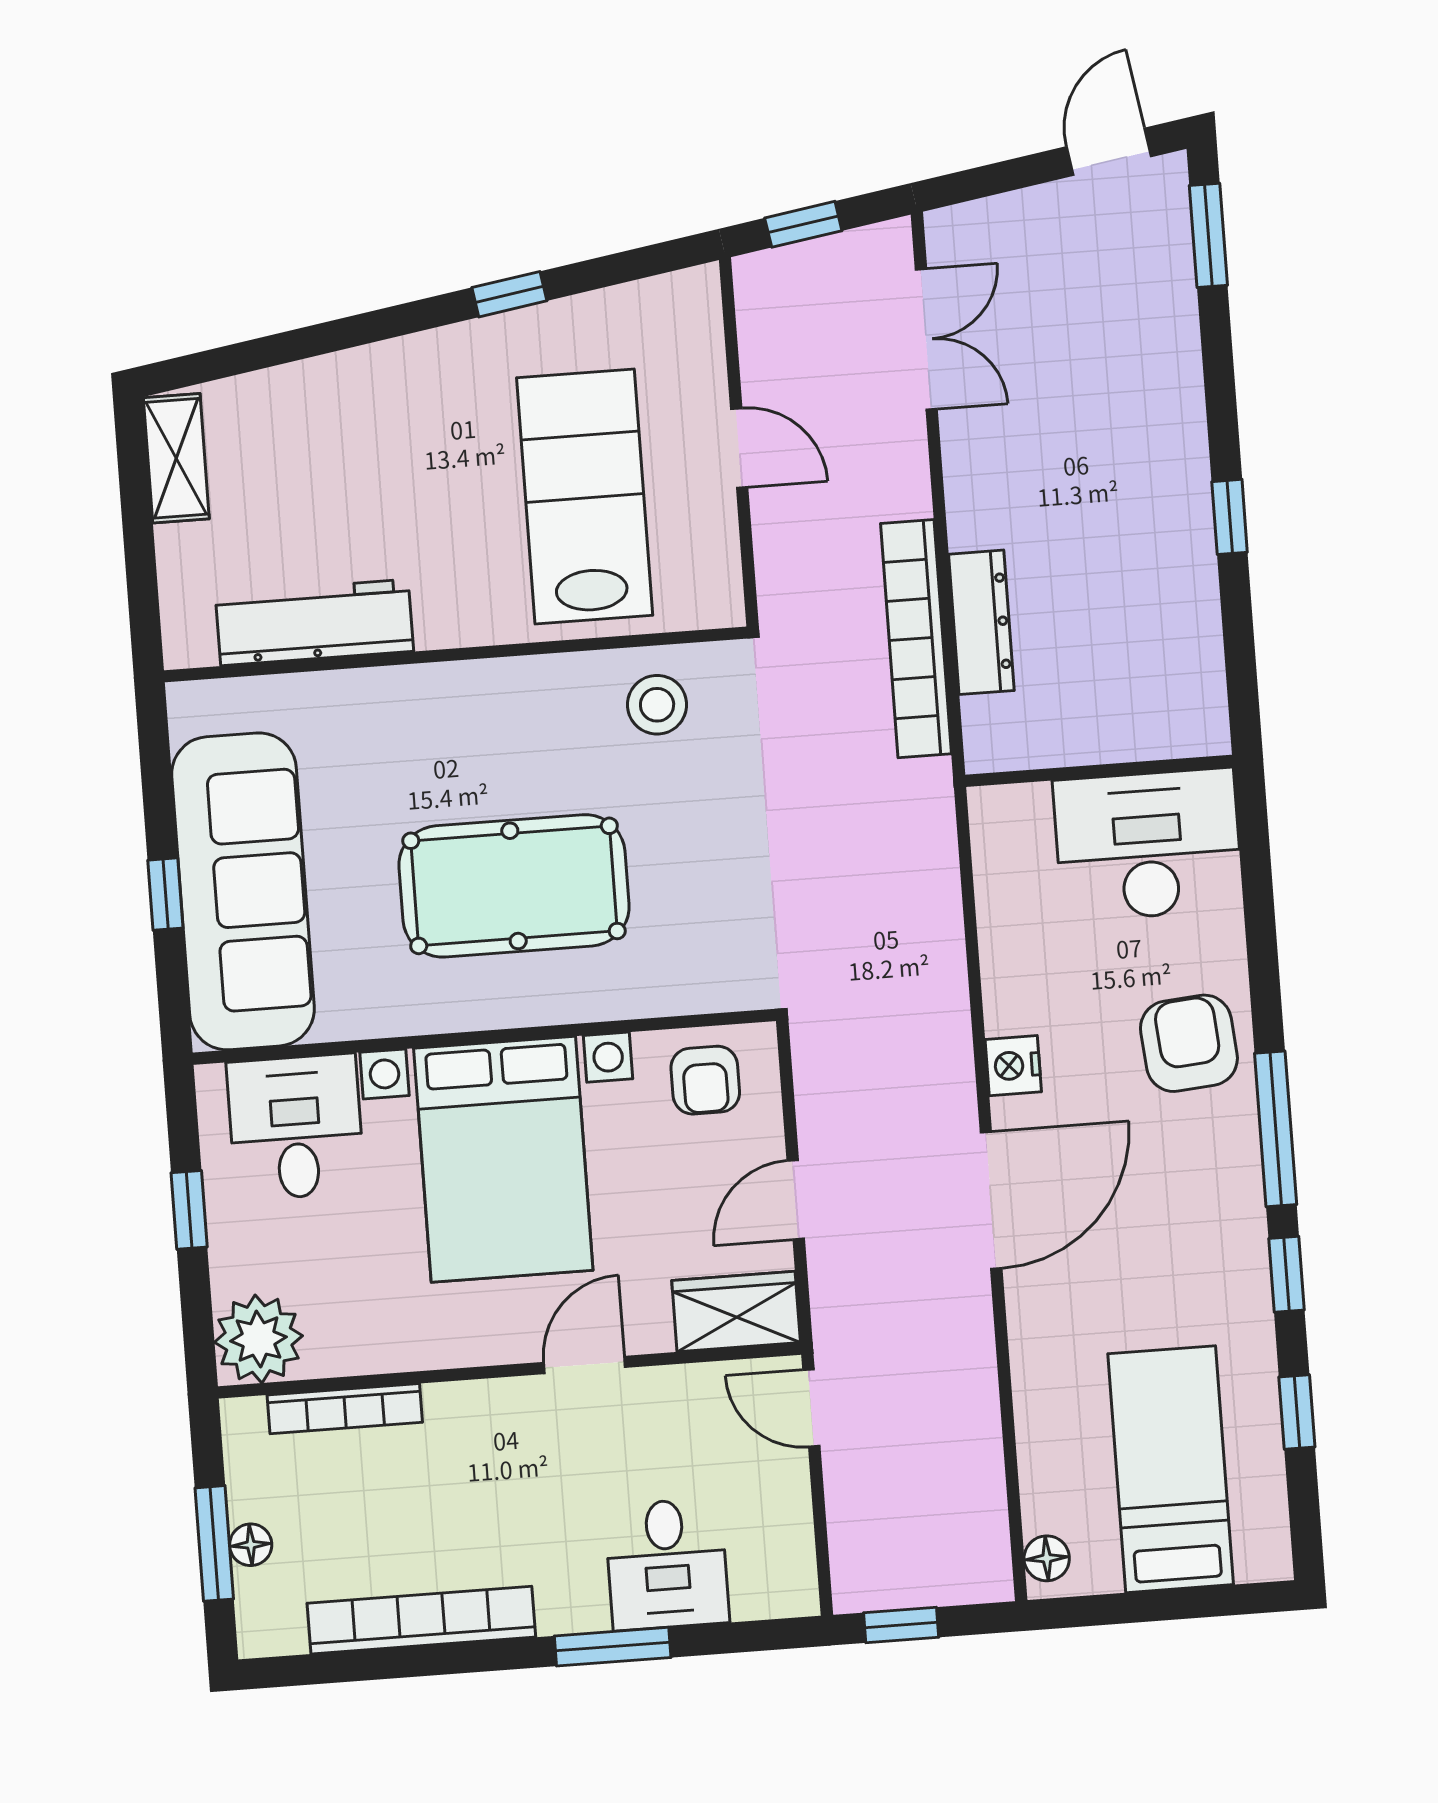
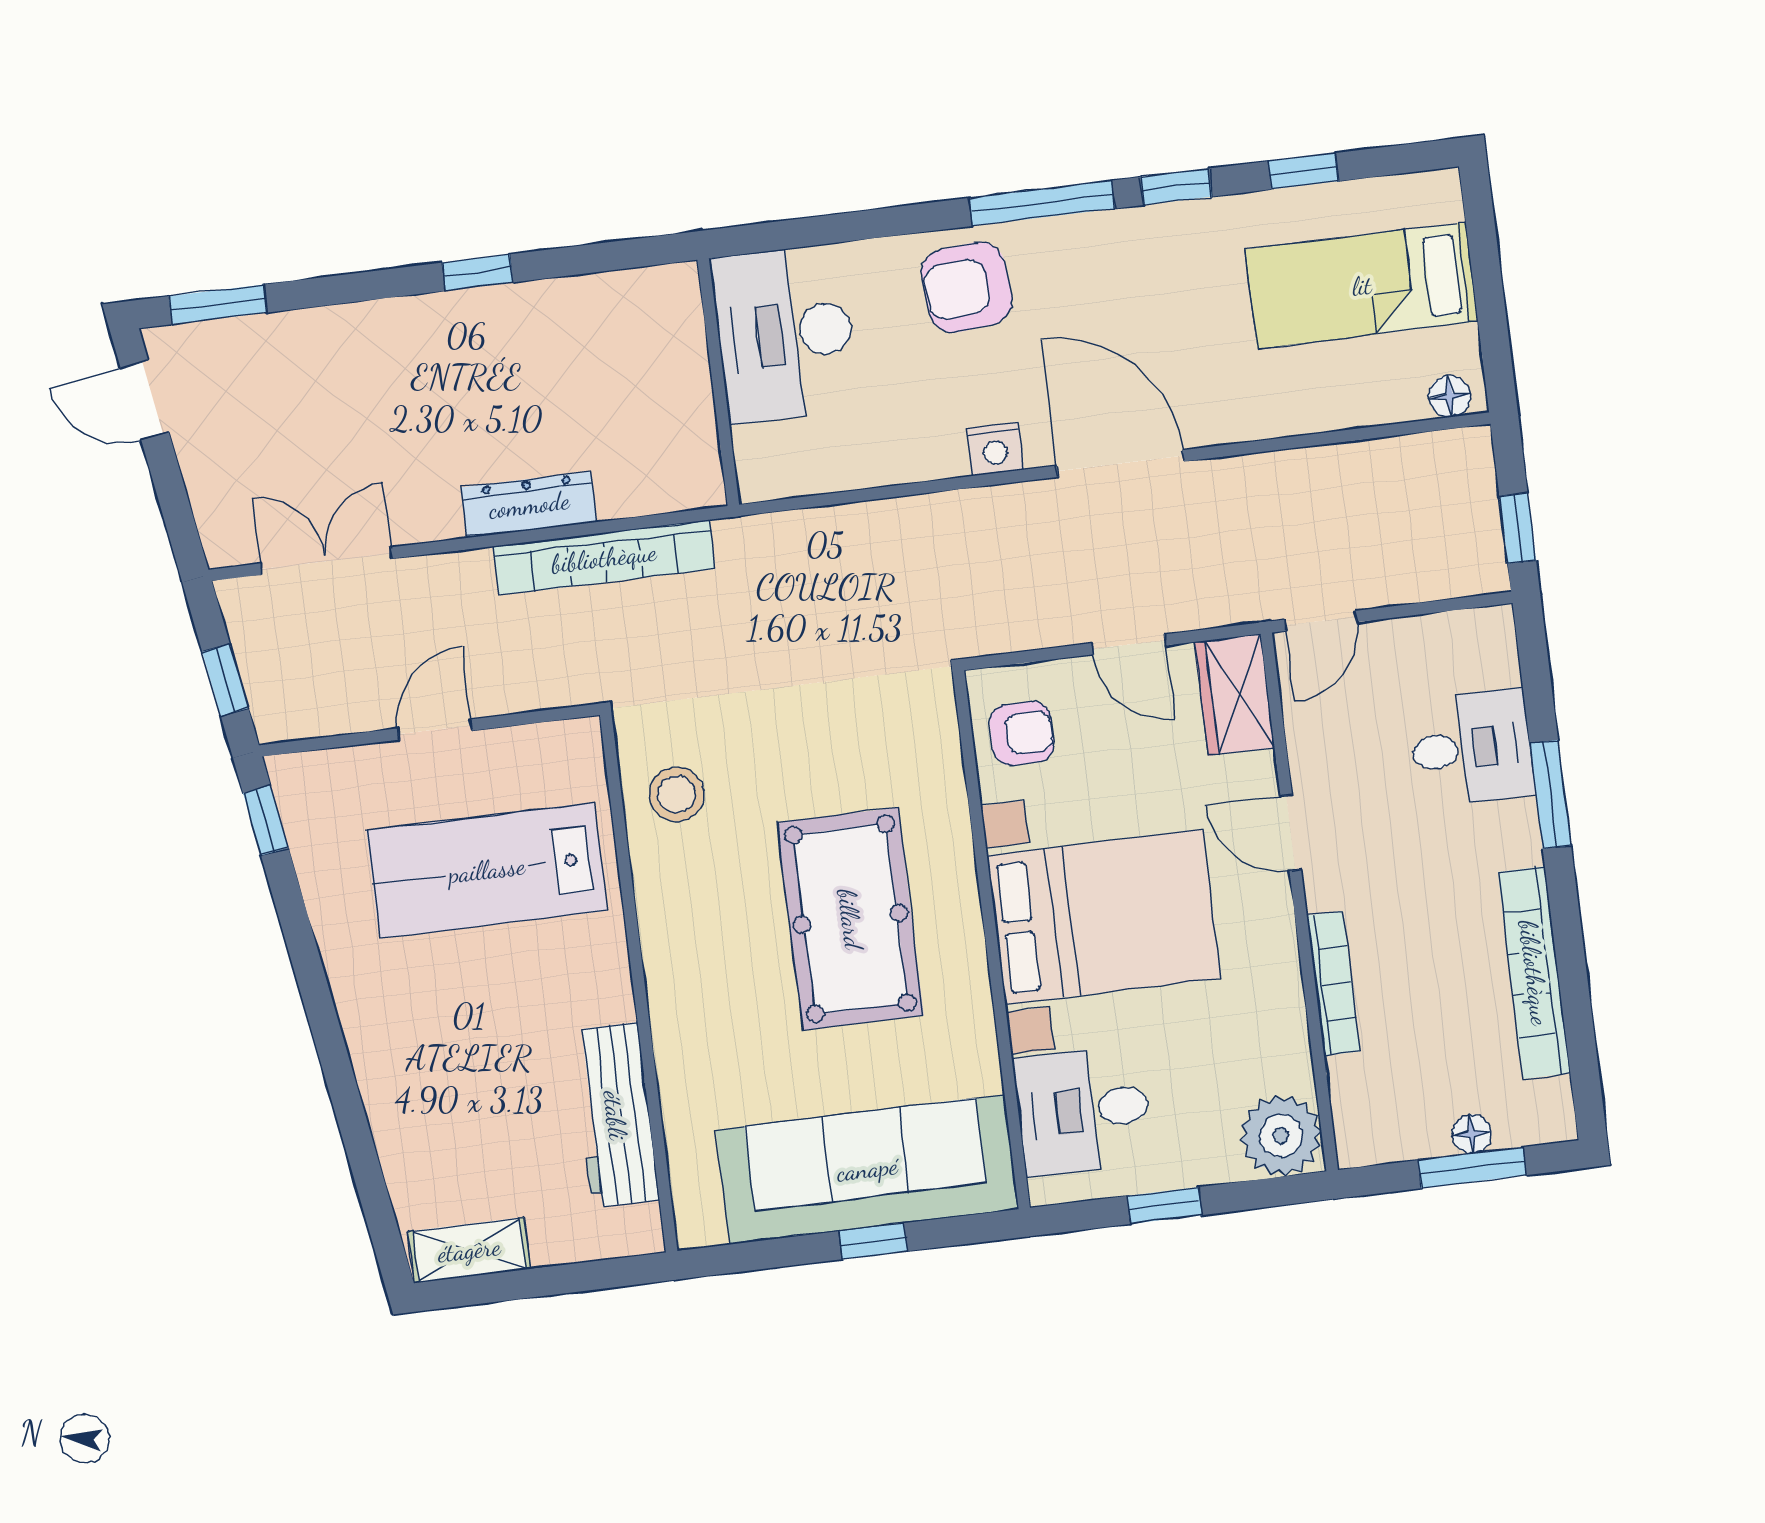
window: (509, 294) -> (266, 820), moved
dresser: (981, 622) -> (529, 505), moved
bookcase: (345, 1409) -> (1333, 983), moved

